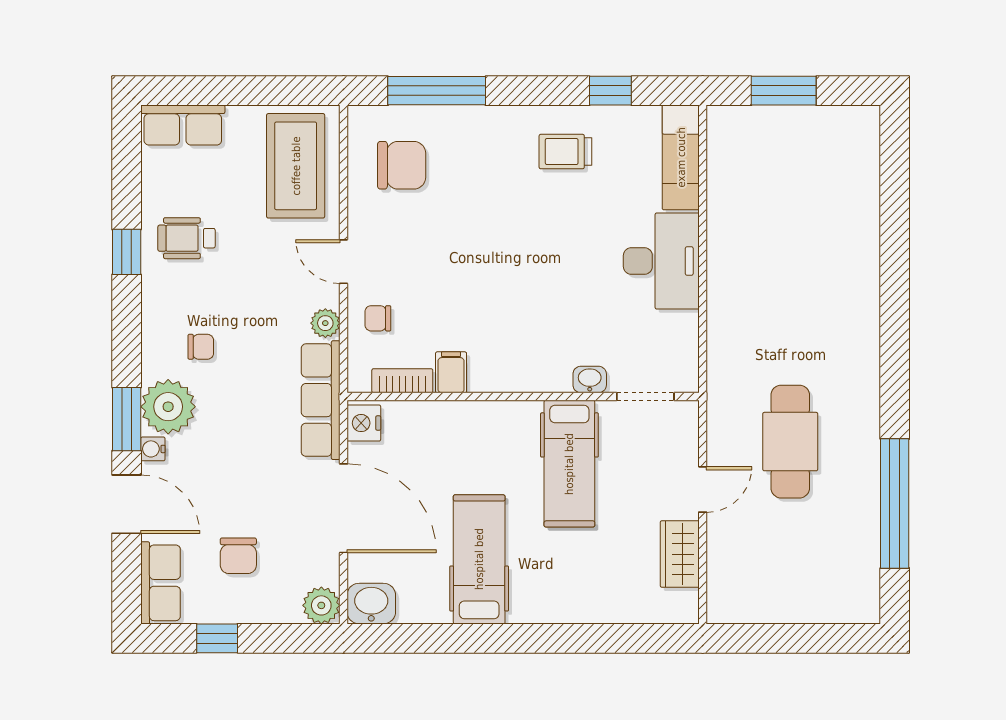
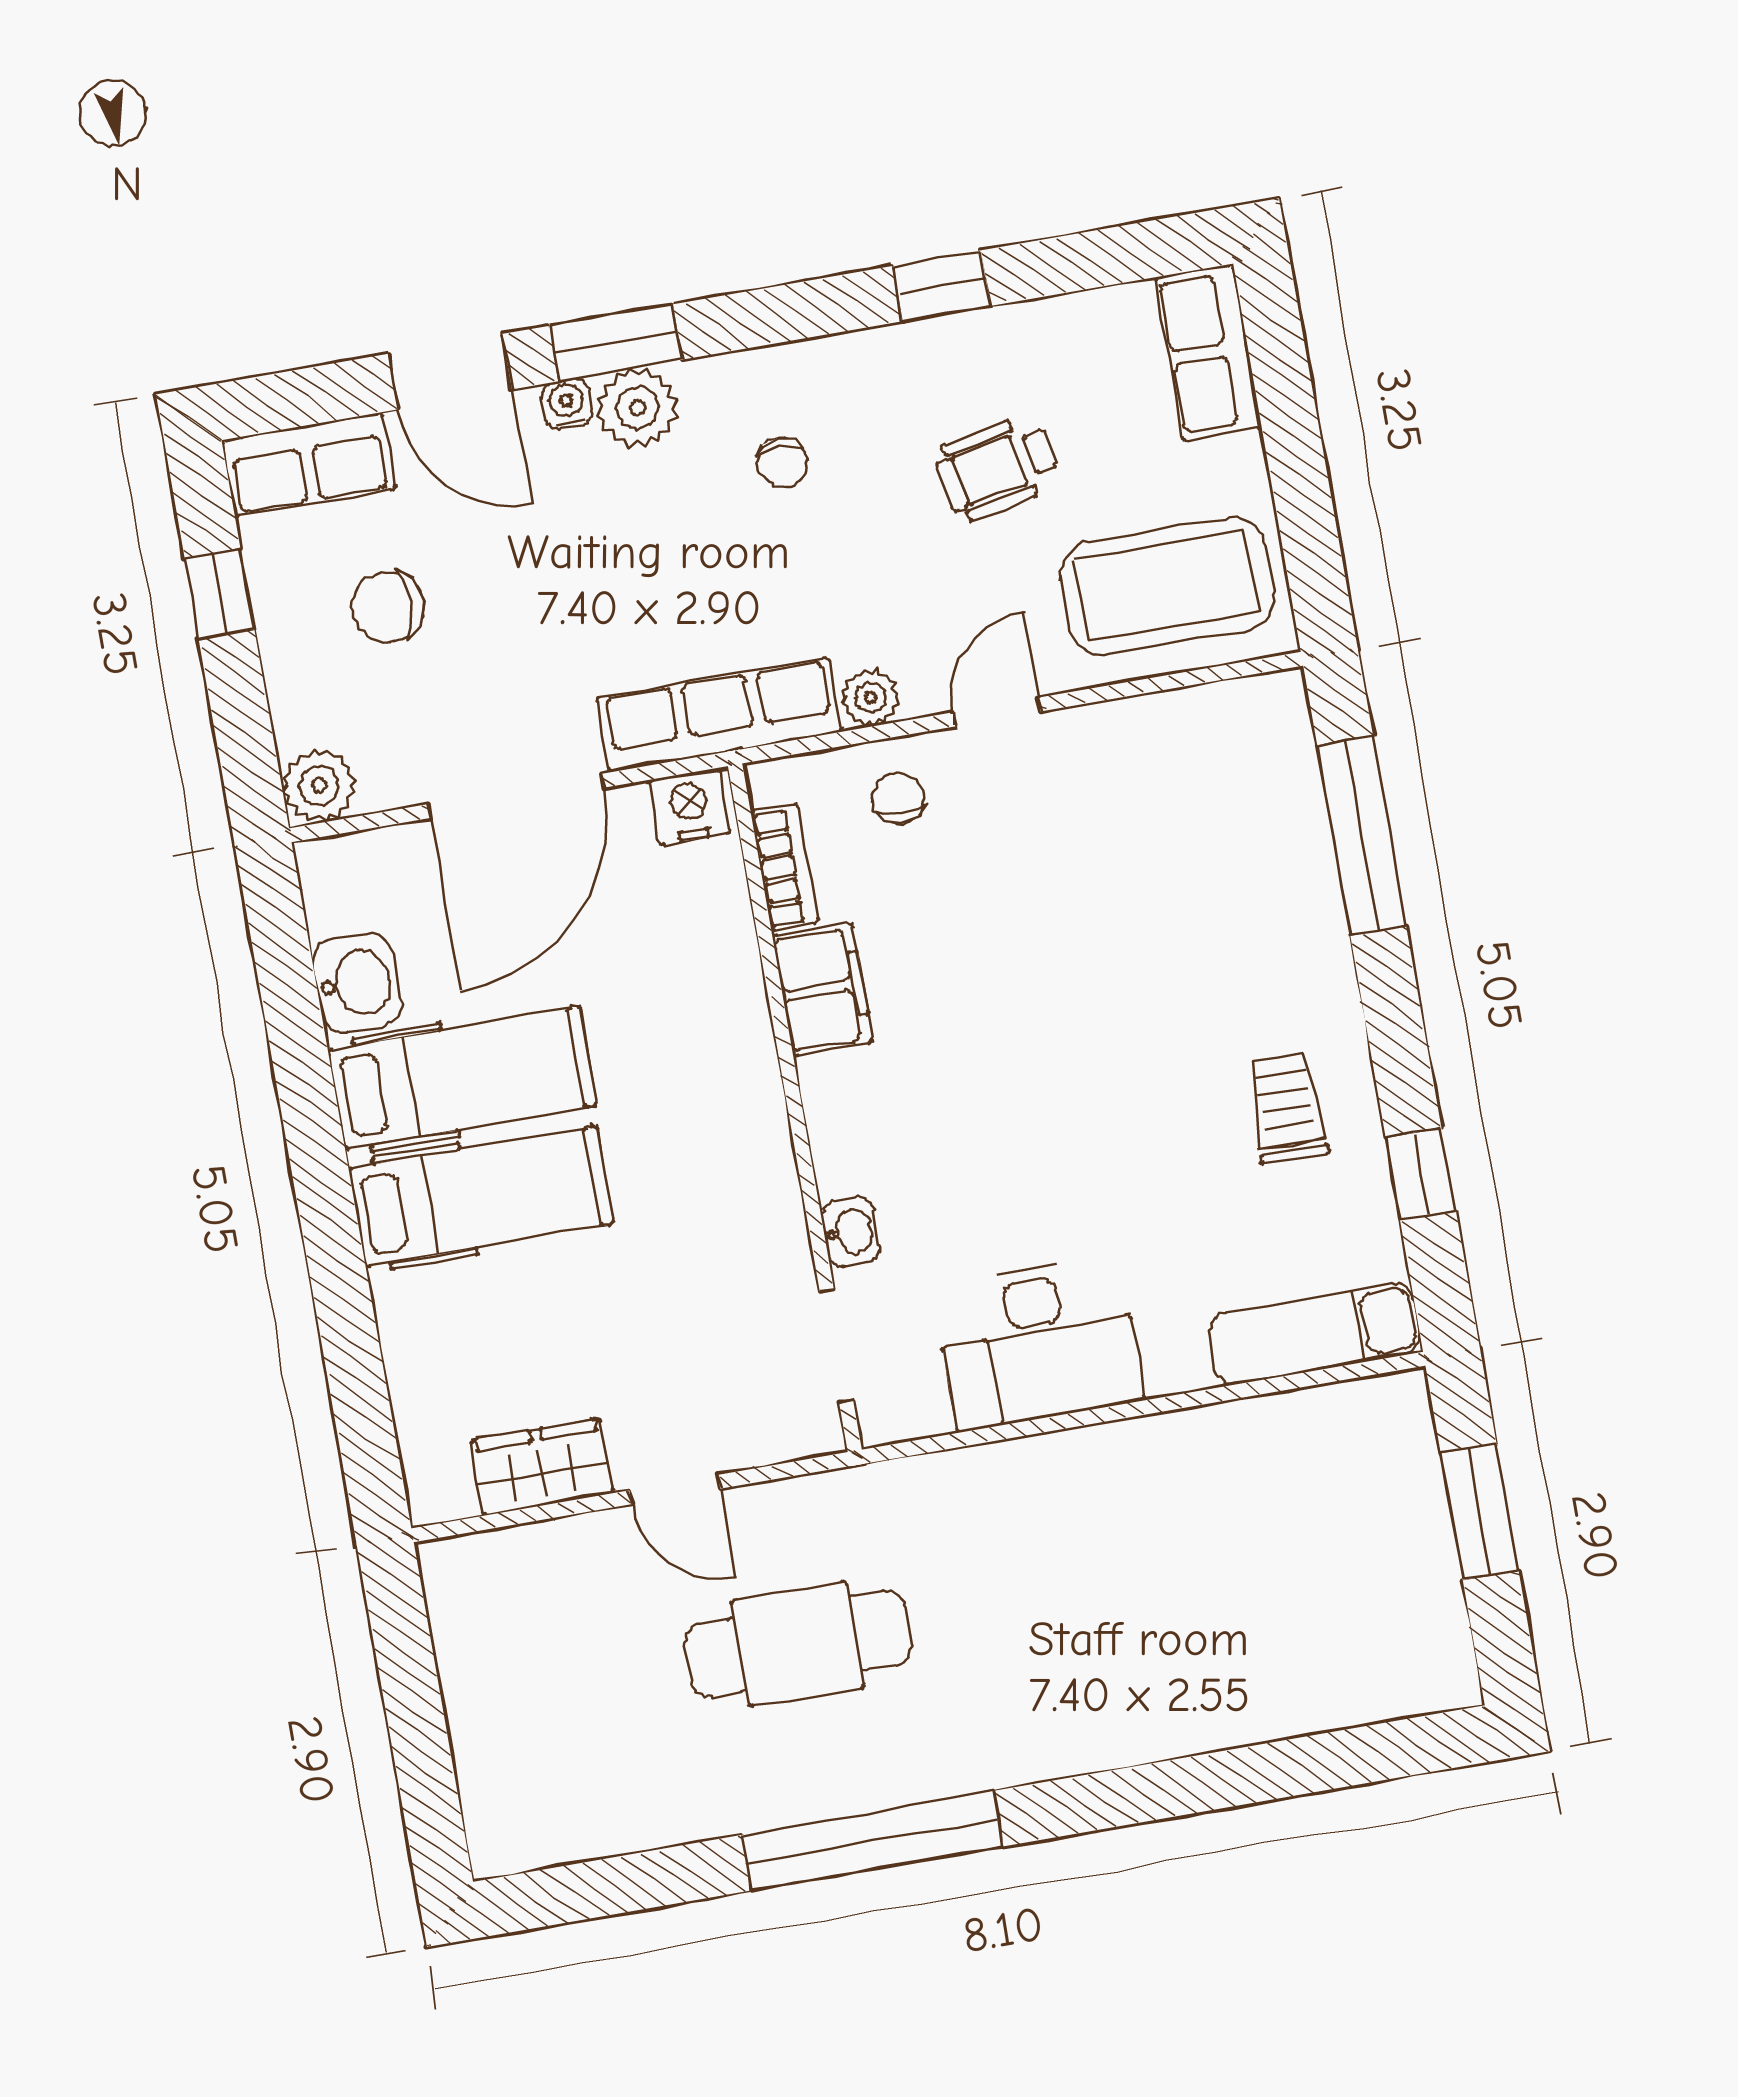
chair: (402, 165) -> (1204, 792), removed
wheelchair: (187, 238) -> (998, 468), moved, turned -101
desk: (661, 261) -> (1038, 1343), moved
filing cabinet: (451, 372) -> (823, 989), width x2.00
plant: (168, 407) -> (638, 408), width x0.73, depth x0.73
hospital bed: (569, 464) -> (481, 1196), moved, turned 180
window: (895, 503) -> (873, 1841), moved
door: (127, 504) -> (450, 372), hinge flipped
washbasin: (371, 604) -> (357, 983), moved

